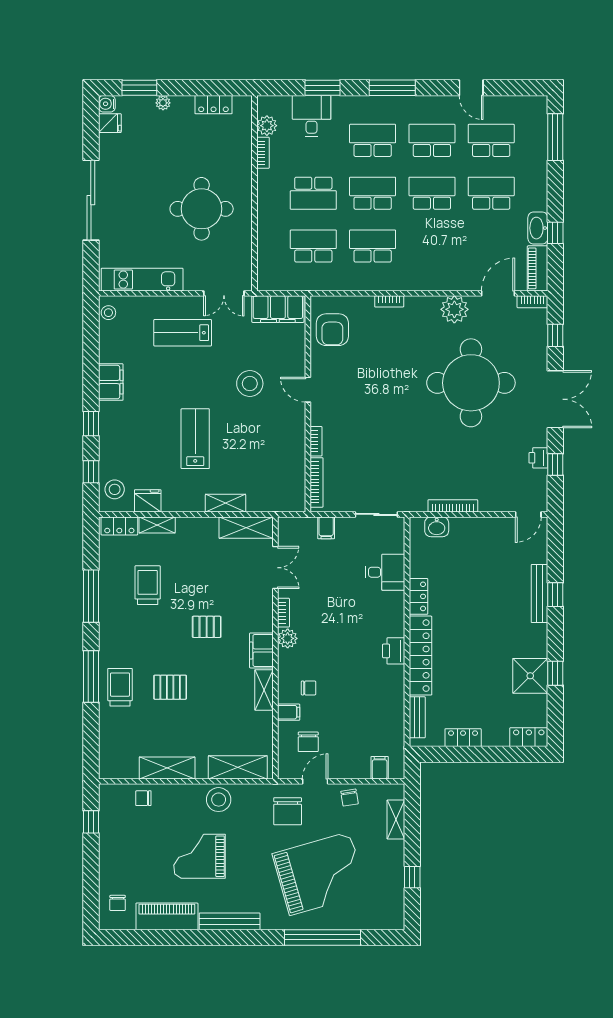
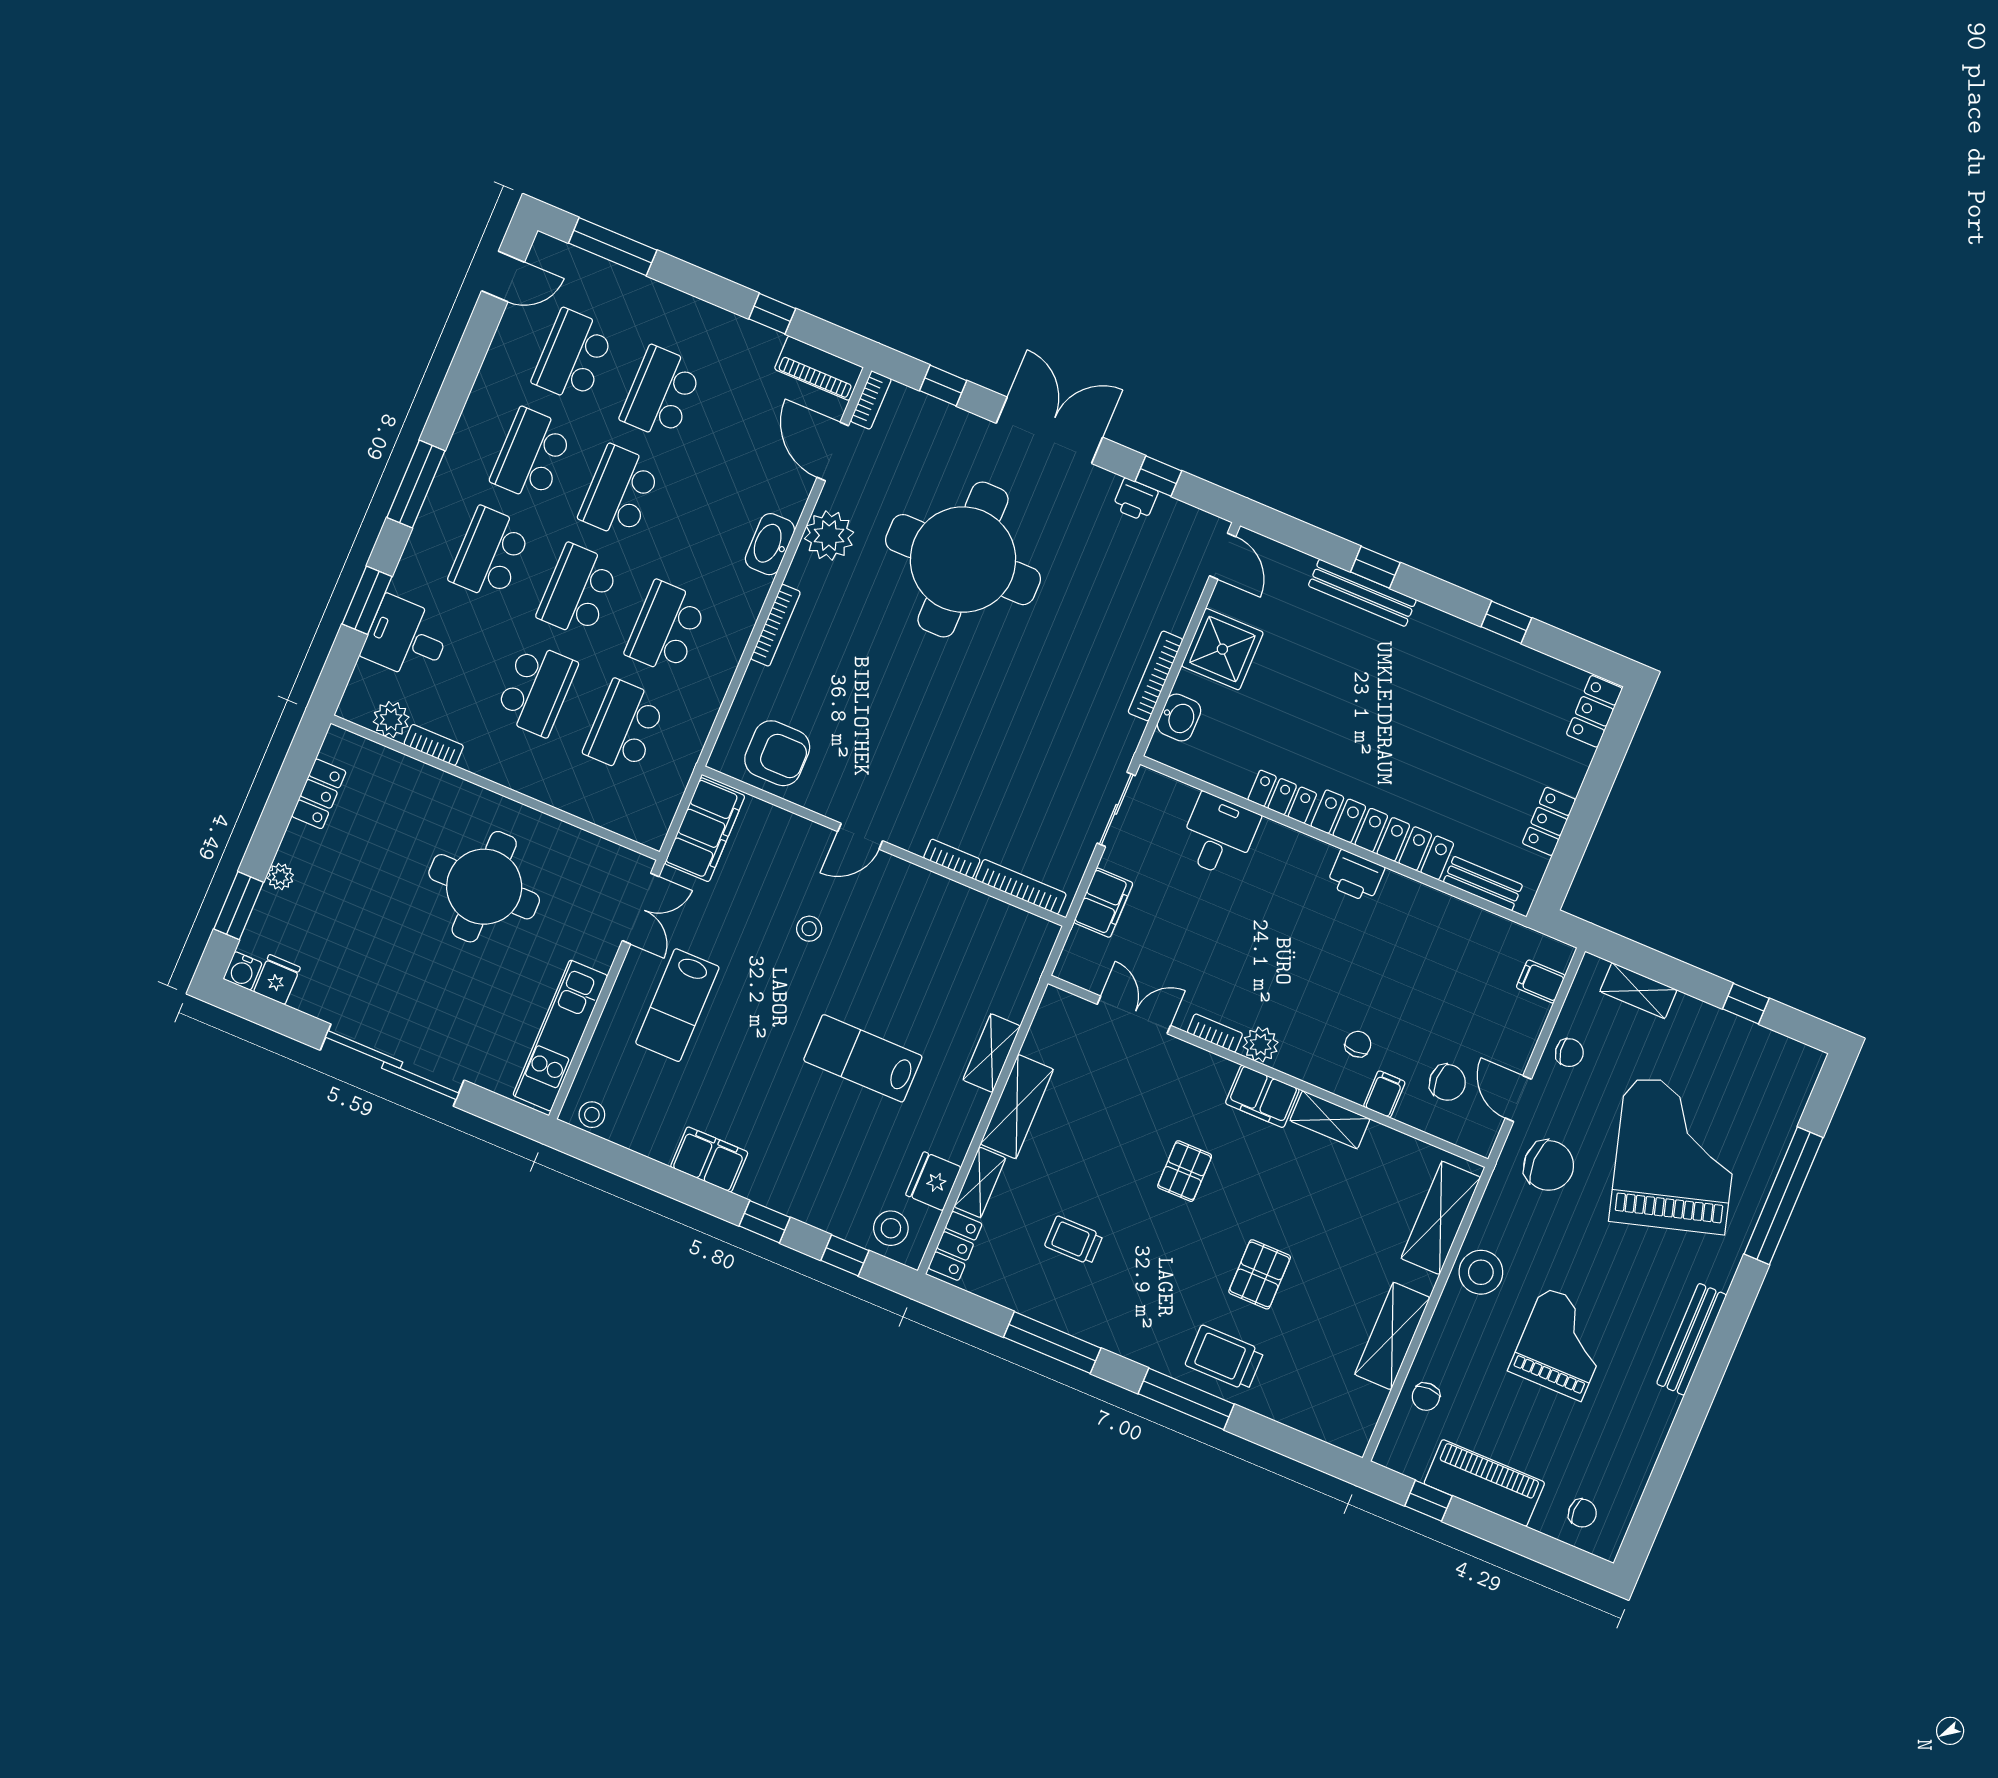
door: (471, 88) -> (503, 277), moved
washbasin: (538, 228) -> (770, 544), moved, turned 90
bookcase: (389, 301) -> (776, 625), width x1.56
stool: (250, 384) -> (809, 929), width x0.53, depth x0.53
shelving: (246, 528) -> (1017, 1107), moved
filing cabinet: (326, 528) -> (1103, 903), width x2.00
trolley: (148, 585) -> (1074, 1240), width x0.73, depth x0.72
shower: (530, 676) -> (1222, 649), moved
grand piano: (200, 856) -> (1562, 1344), turned 180
piano: (167, 916) -> (1484, 1483), moved, turned 90

